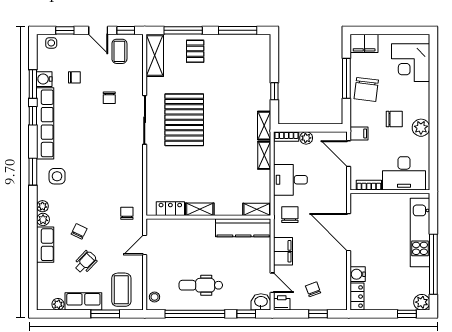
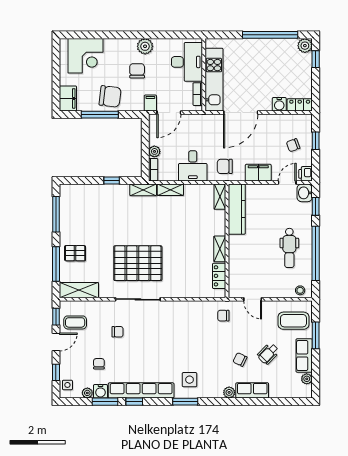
plant: (42, 206) -> (87, 393), moved
kitchen unit: (420, 233) -> (214, 80), moved, turned -90
wheelchair: (85, 262) -> (268, 354), turned -89

